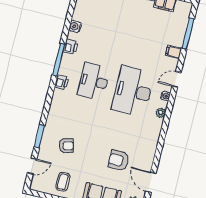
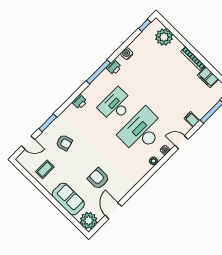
printer: (62, 82) -> (79, 102), moved

